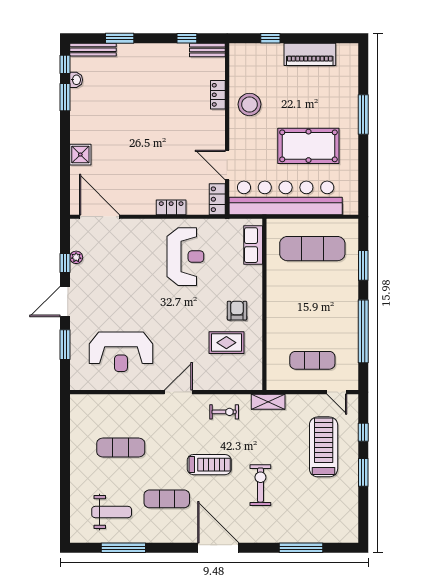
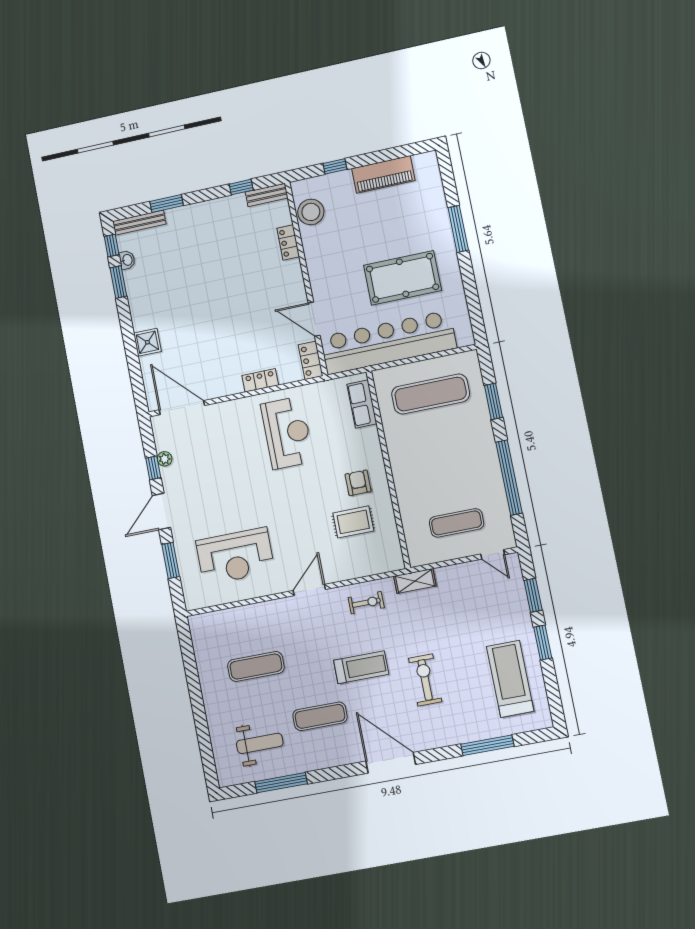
stool: (250, 104) -> (311, 212), moved
window: (363, 432) -> (533, 595), width x1.50
treadmill: (324, 447) -> (510, 679), moved

